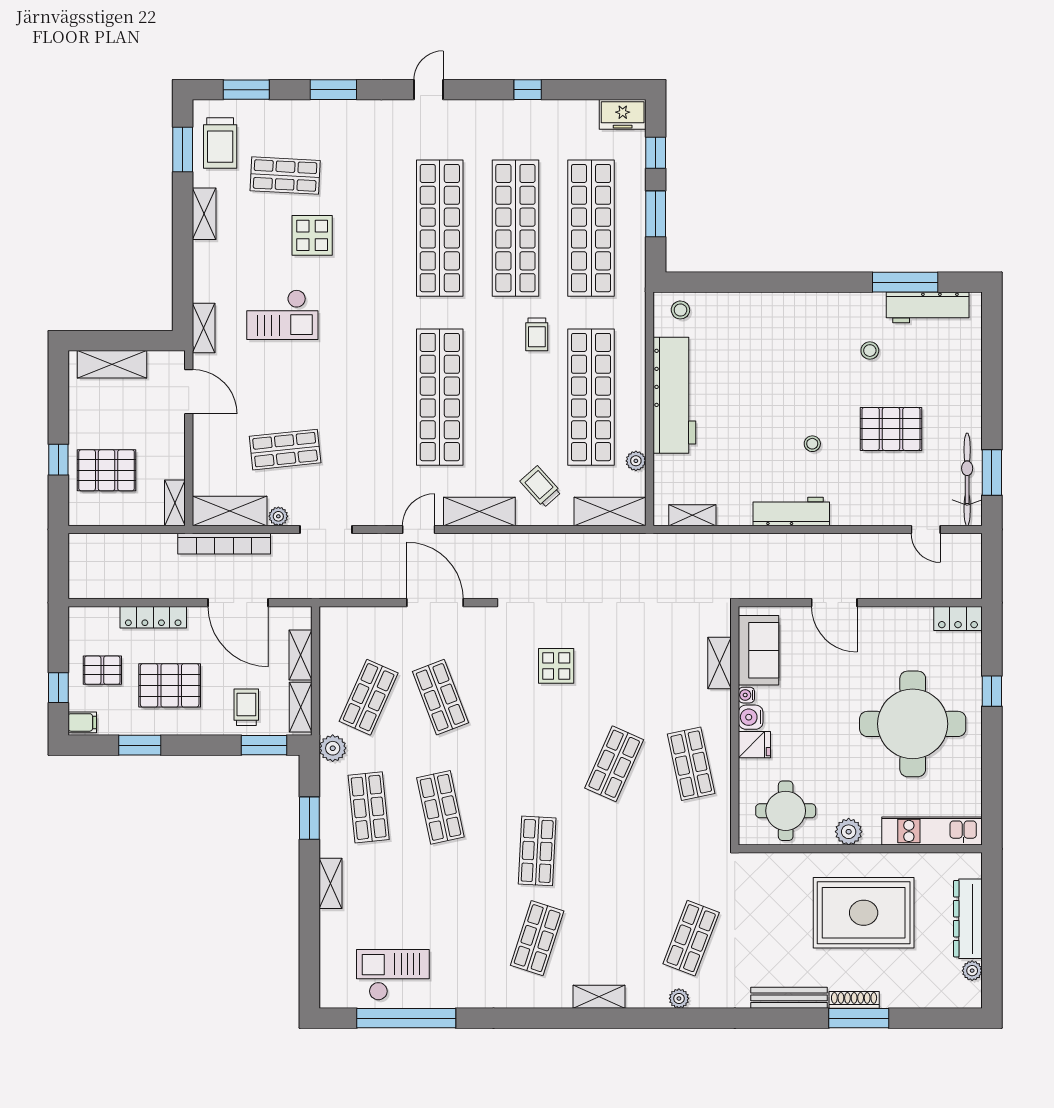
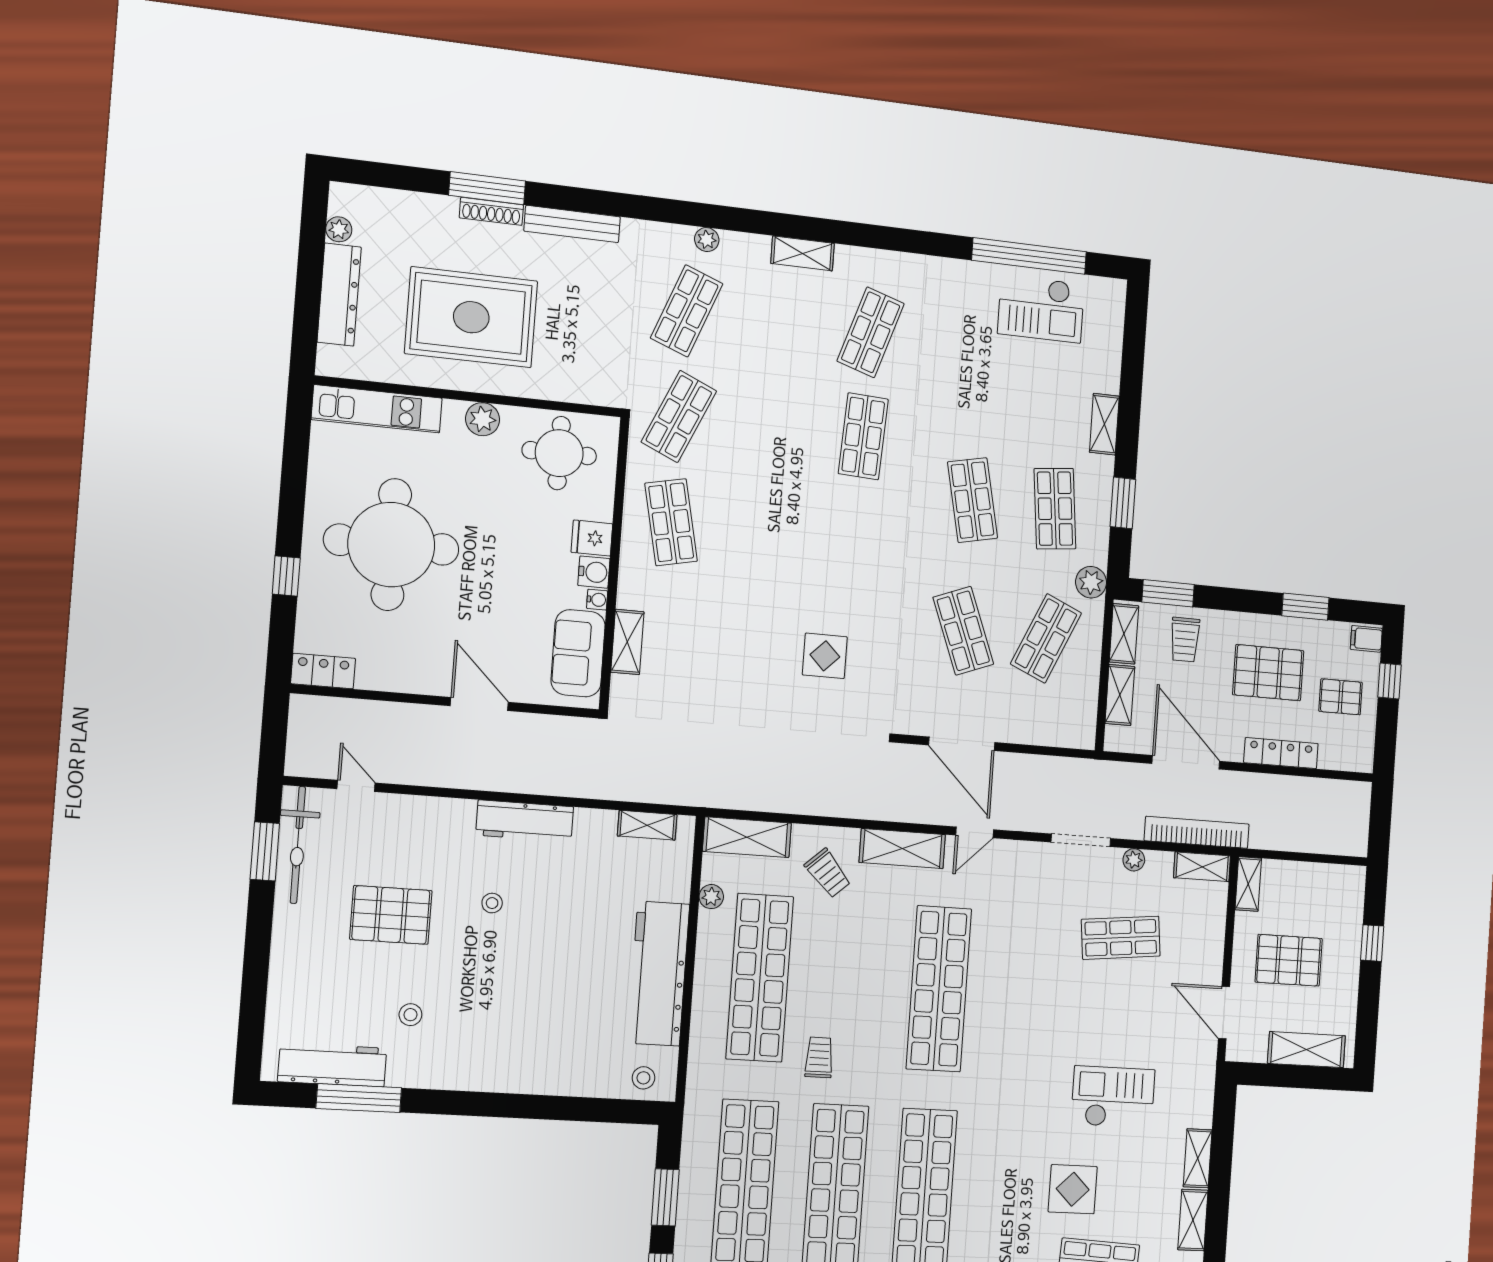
shelving: (204, 328) -> (1198, 1158), moved
pallet: (107, 470) -> (1289, 960), moved
shelving: (230, 511) -> (1202, 867), width x0.67, depth x0.75
shop shelf: (614, 764) -> (679, 416), moved

